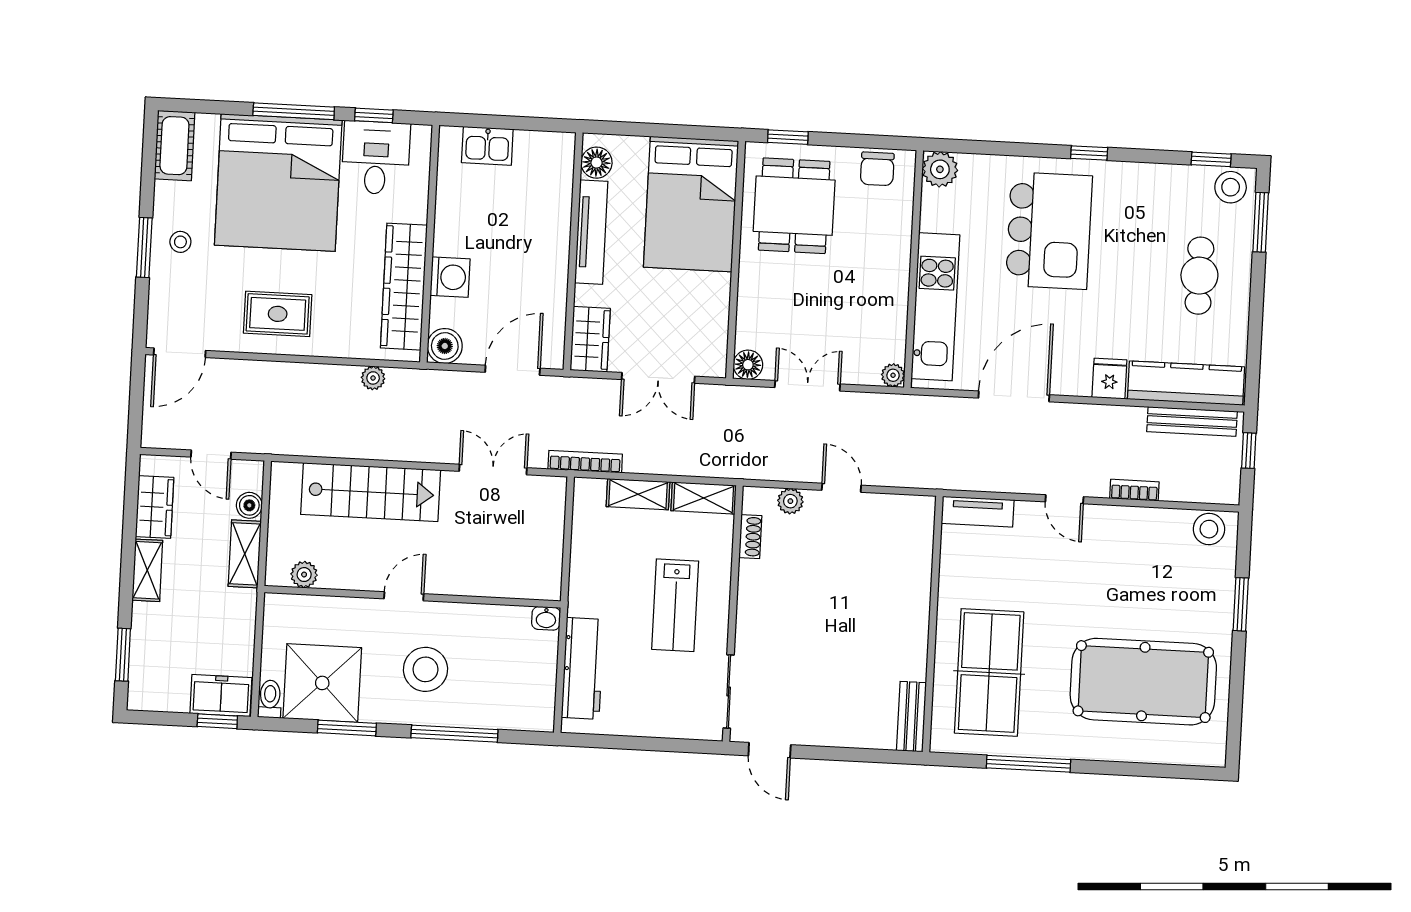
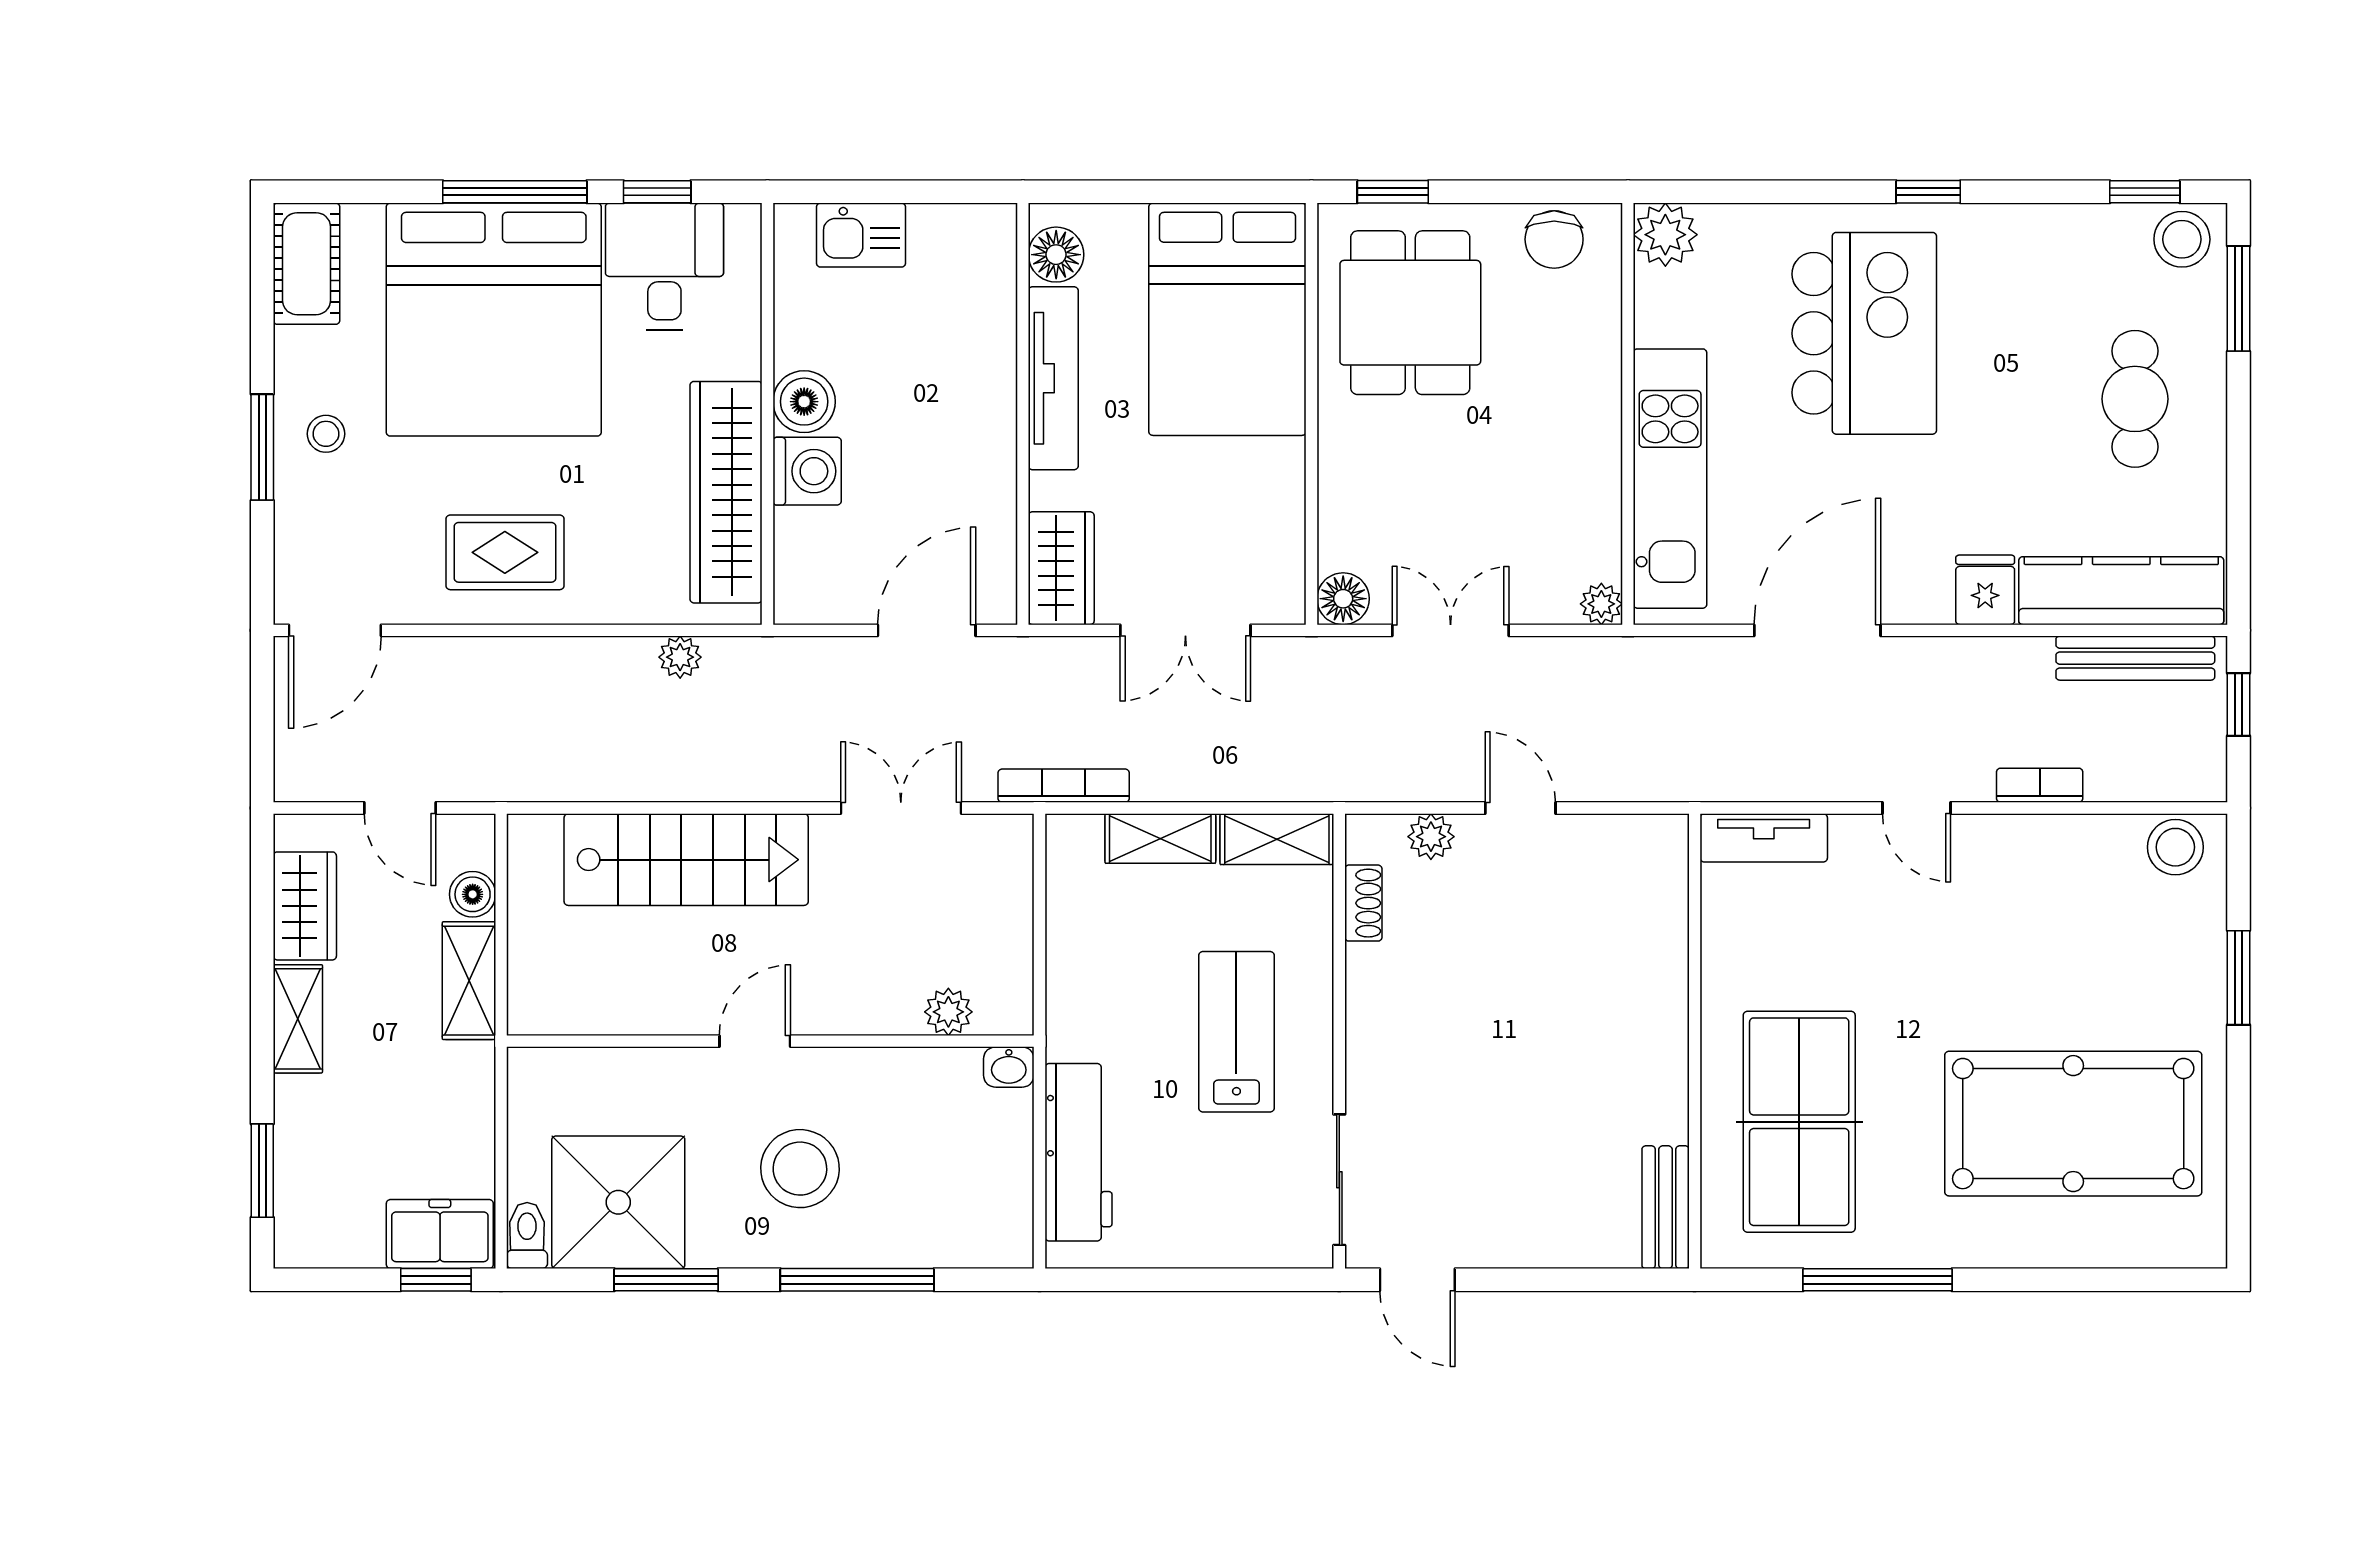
boiler: (445, 346) -> (804, 402), moved
plant: (304, 575) -> (948, 1012), moved
lab bench: (675, 605) -> (1236, 1032), turned 180

